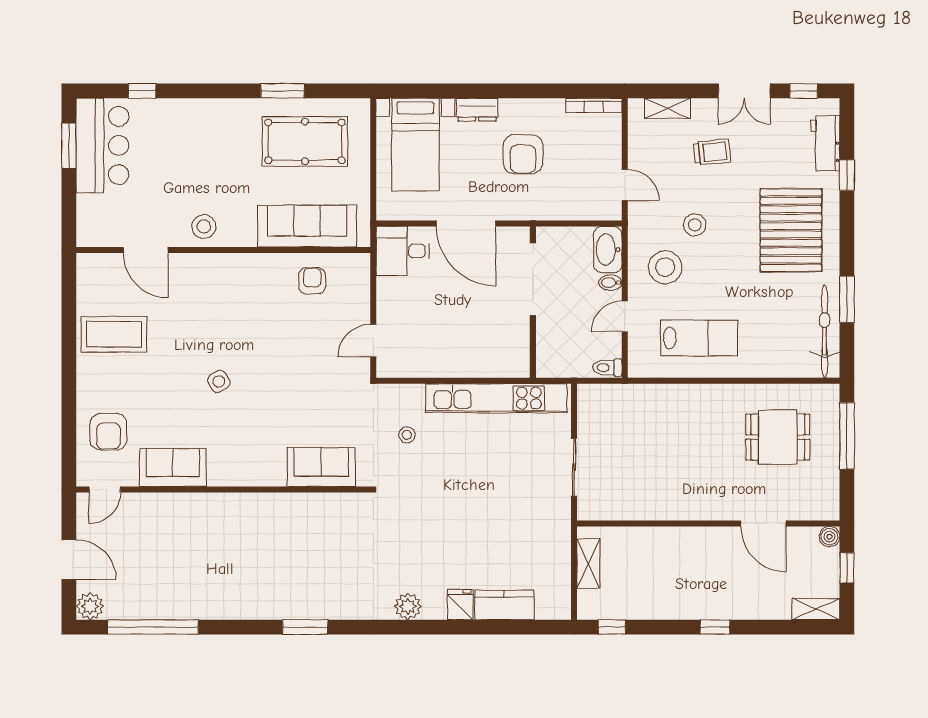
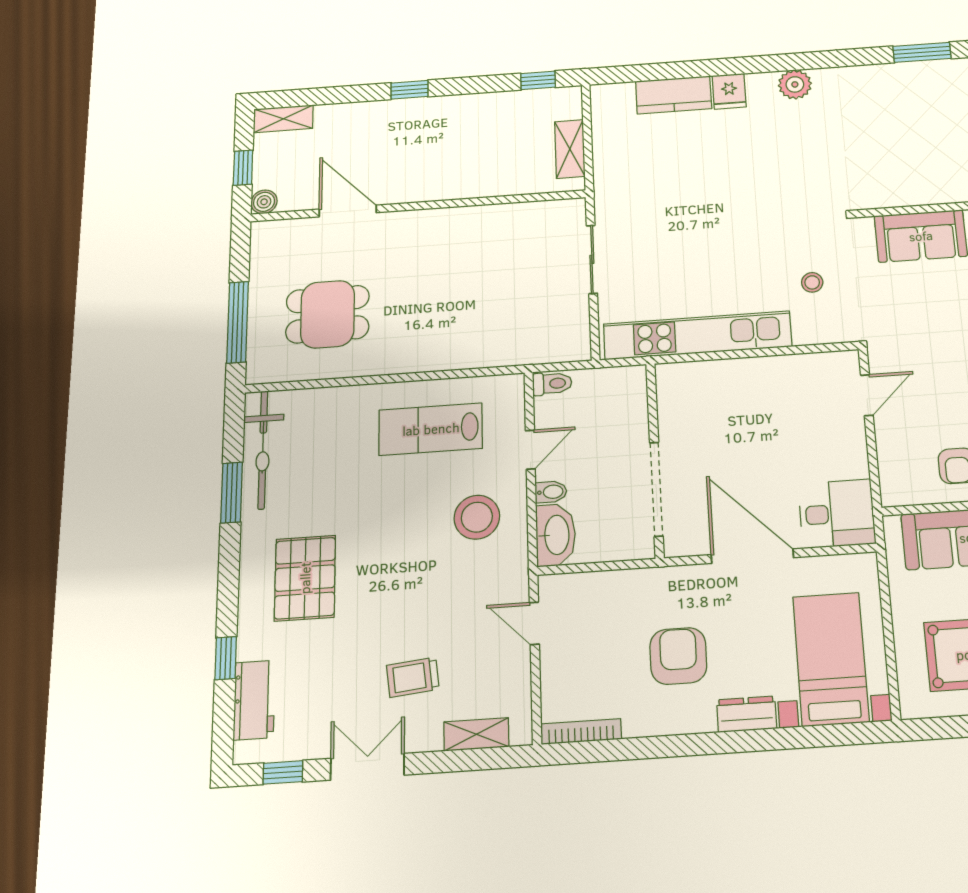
stool: (695, 225) -> (437, 576), removed
pallet: (791, 230) -> (305, 578), width x0.73, depth x0.71

